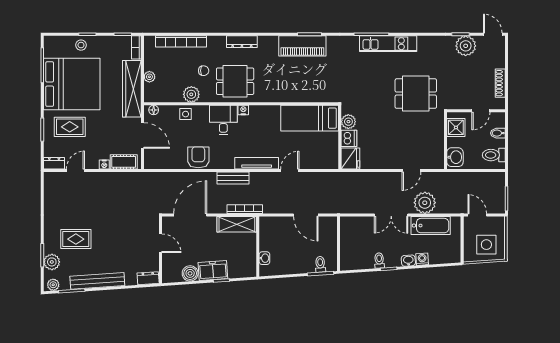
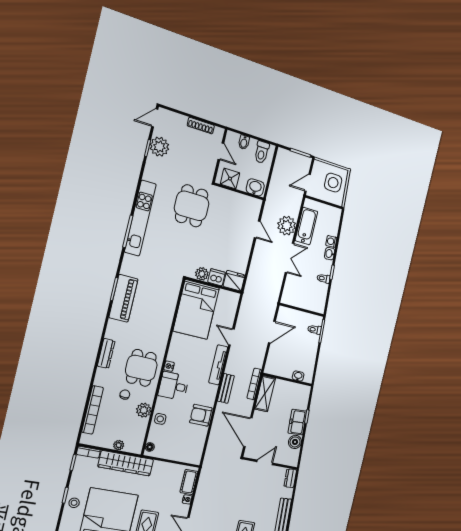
kitchen unit: (388, 44) -> (140, 218), width x1.36
bed: (310, 118) -> (196, 309), width x1.50
door: (142, 135) -> (170, 461), removed

